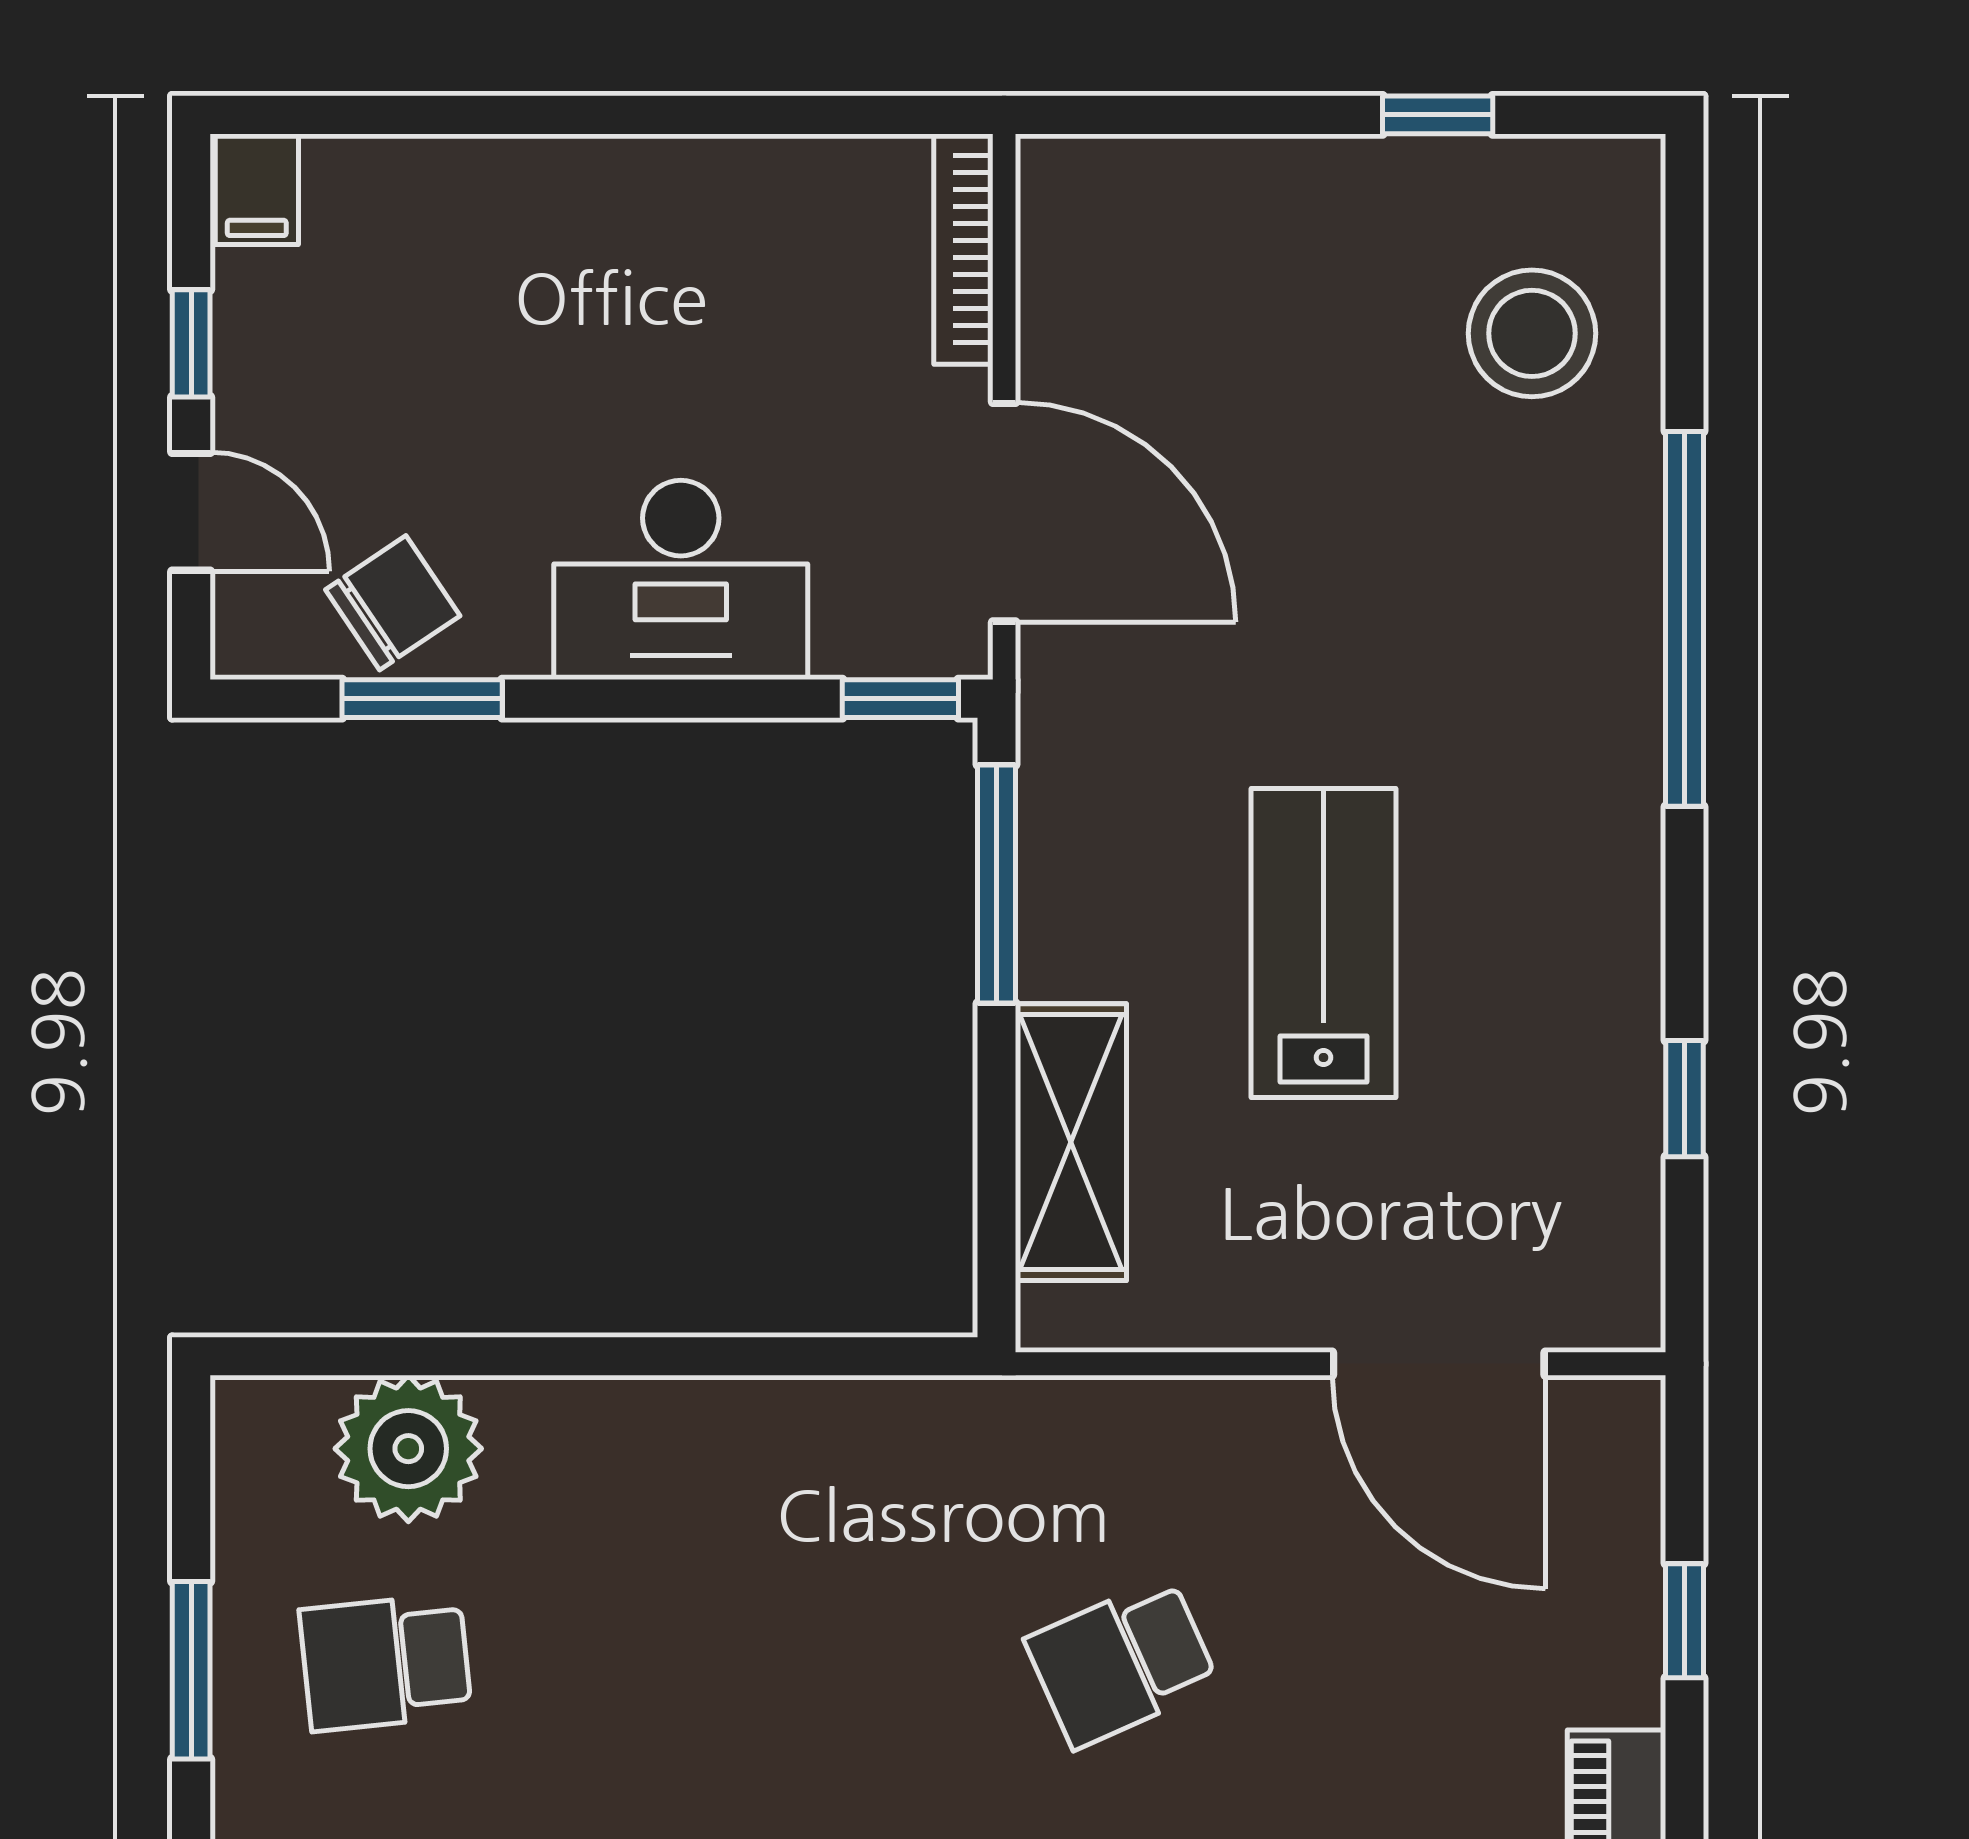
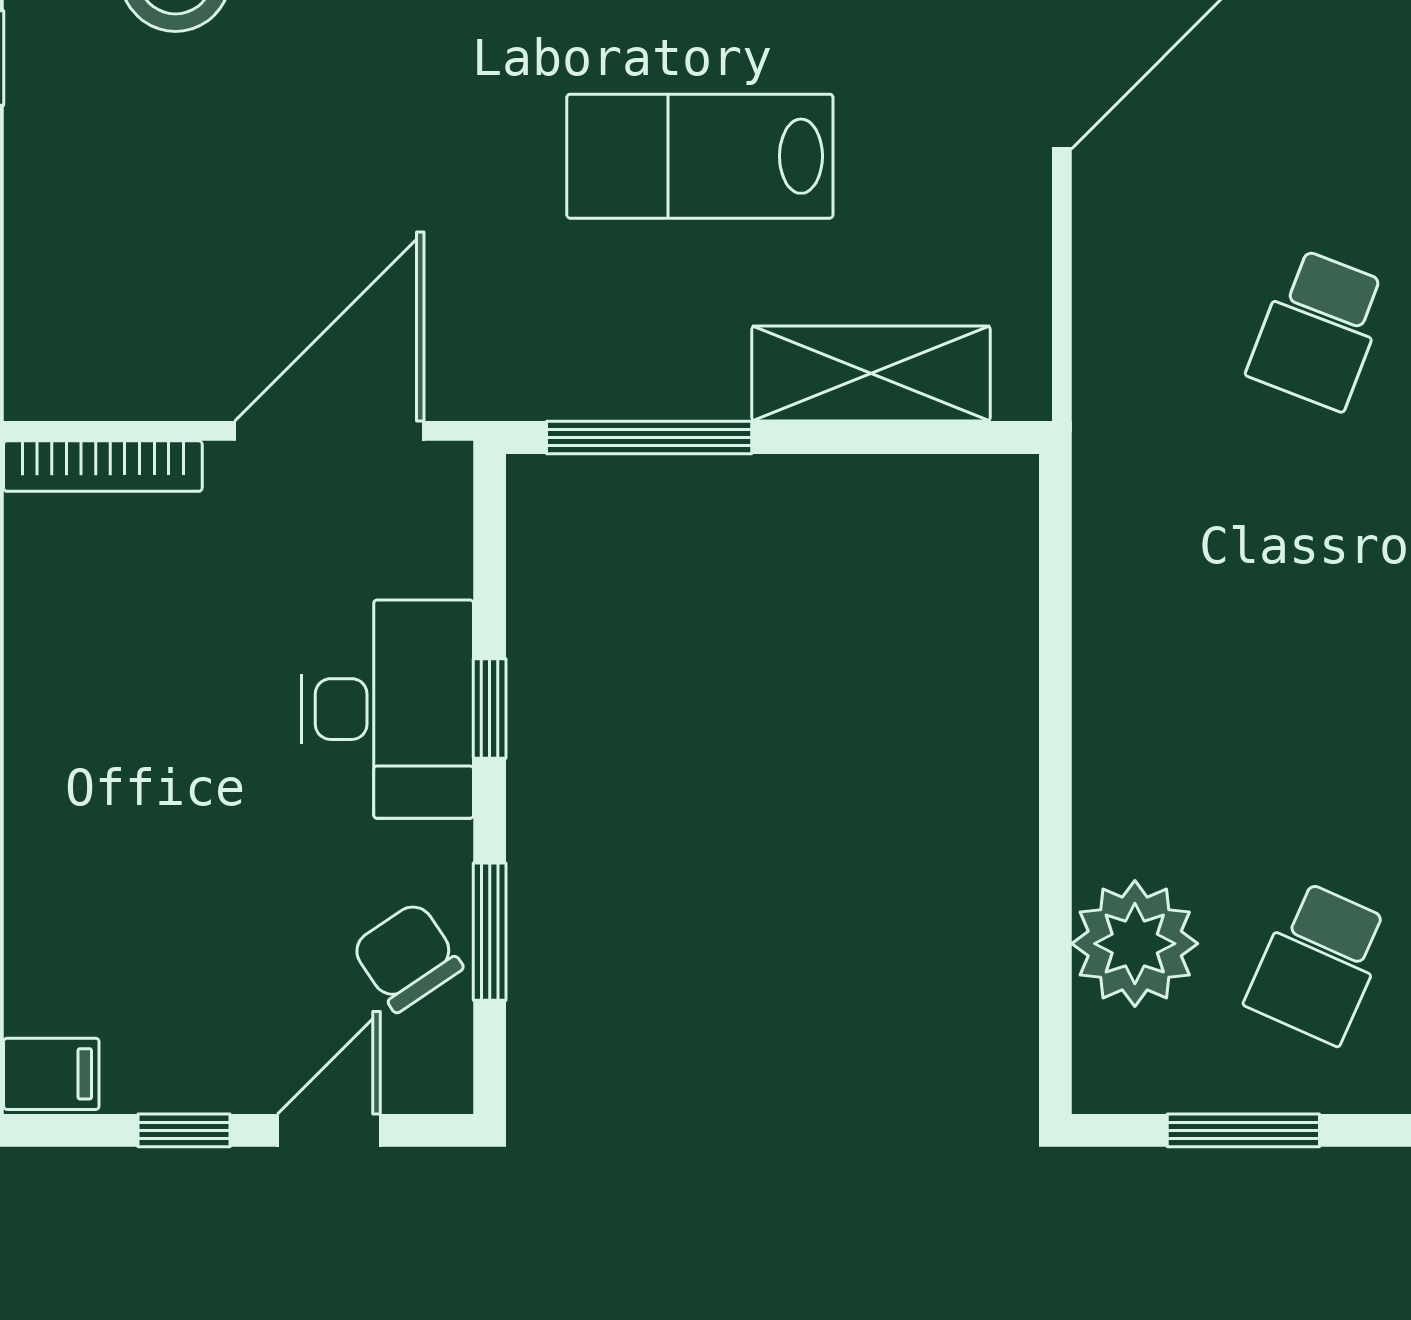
window: (900, 699) -> (490, 708), moved
school desk: (386, 1662) -> (1319, 963), turned 30
school desk: (1122, 1662) -> (1319, 330), turned 45
window: (191, 1670) -> (1243, 1130), moved

